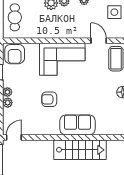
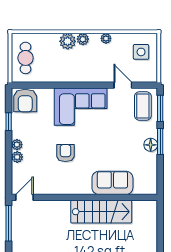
armchair: (49, 99) -> (65, 153), turned 90
sofa: (77, 125) -> (112, 183), moved

